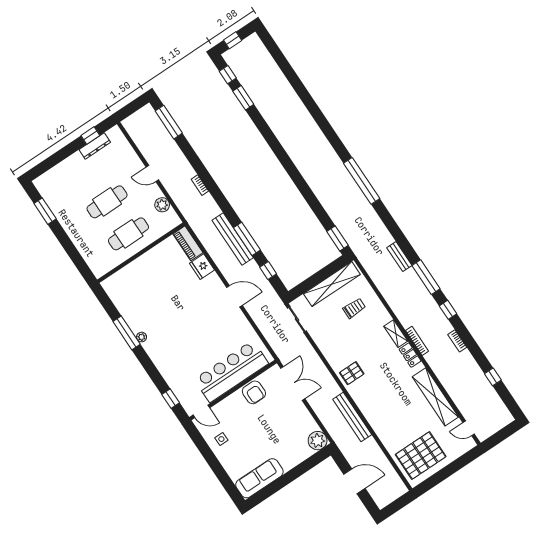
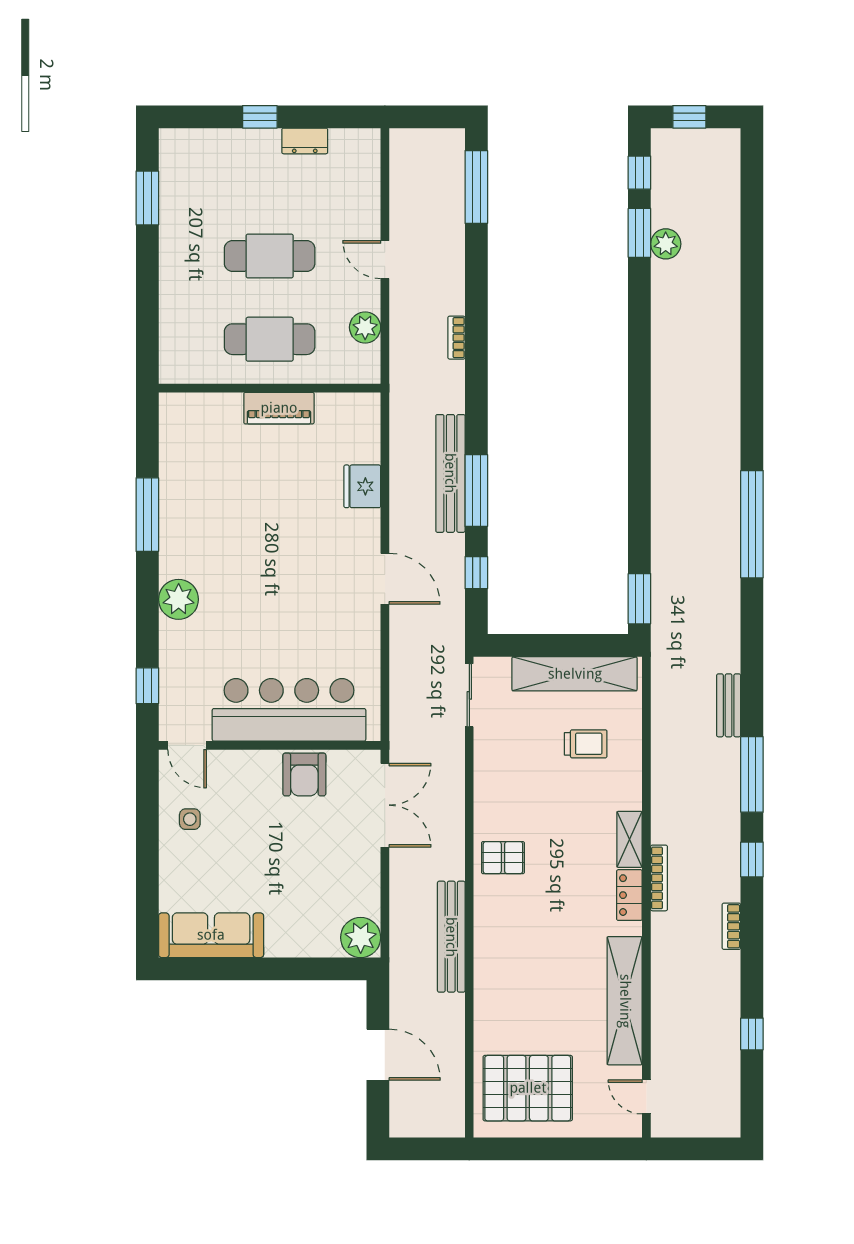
plant: (256, 95) -> (666, 244), added
window: (90, 136) -> (260, 117), moved
dresser: (95, 146) -> (305, 141), width x0.70
piano: (188, 243) -> (279, 408), moved, turned -90
plant: (142, 337) -> (179, 599), moved, width x1.87, depth x1.87

